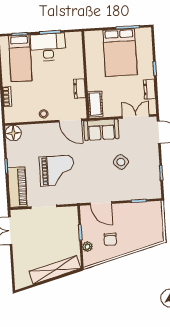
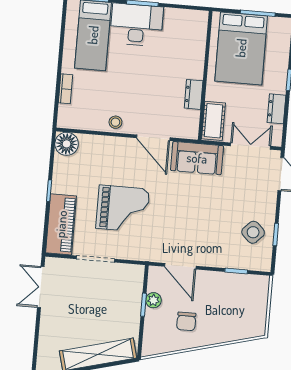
wall: (85, 75) -> (205, 75), moved
dresser: (79, 89) -> (194, 94), moved
cot: (95, 104) -> (213, 121), moved
side table: (121, 162) -> (253, 232), moved
plant: (87, 247) -> (153, 300), moved

